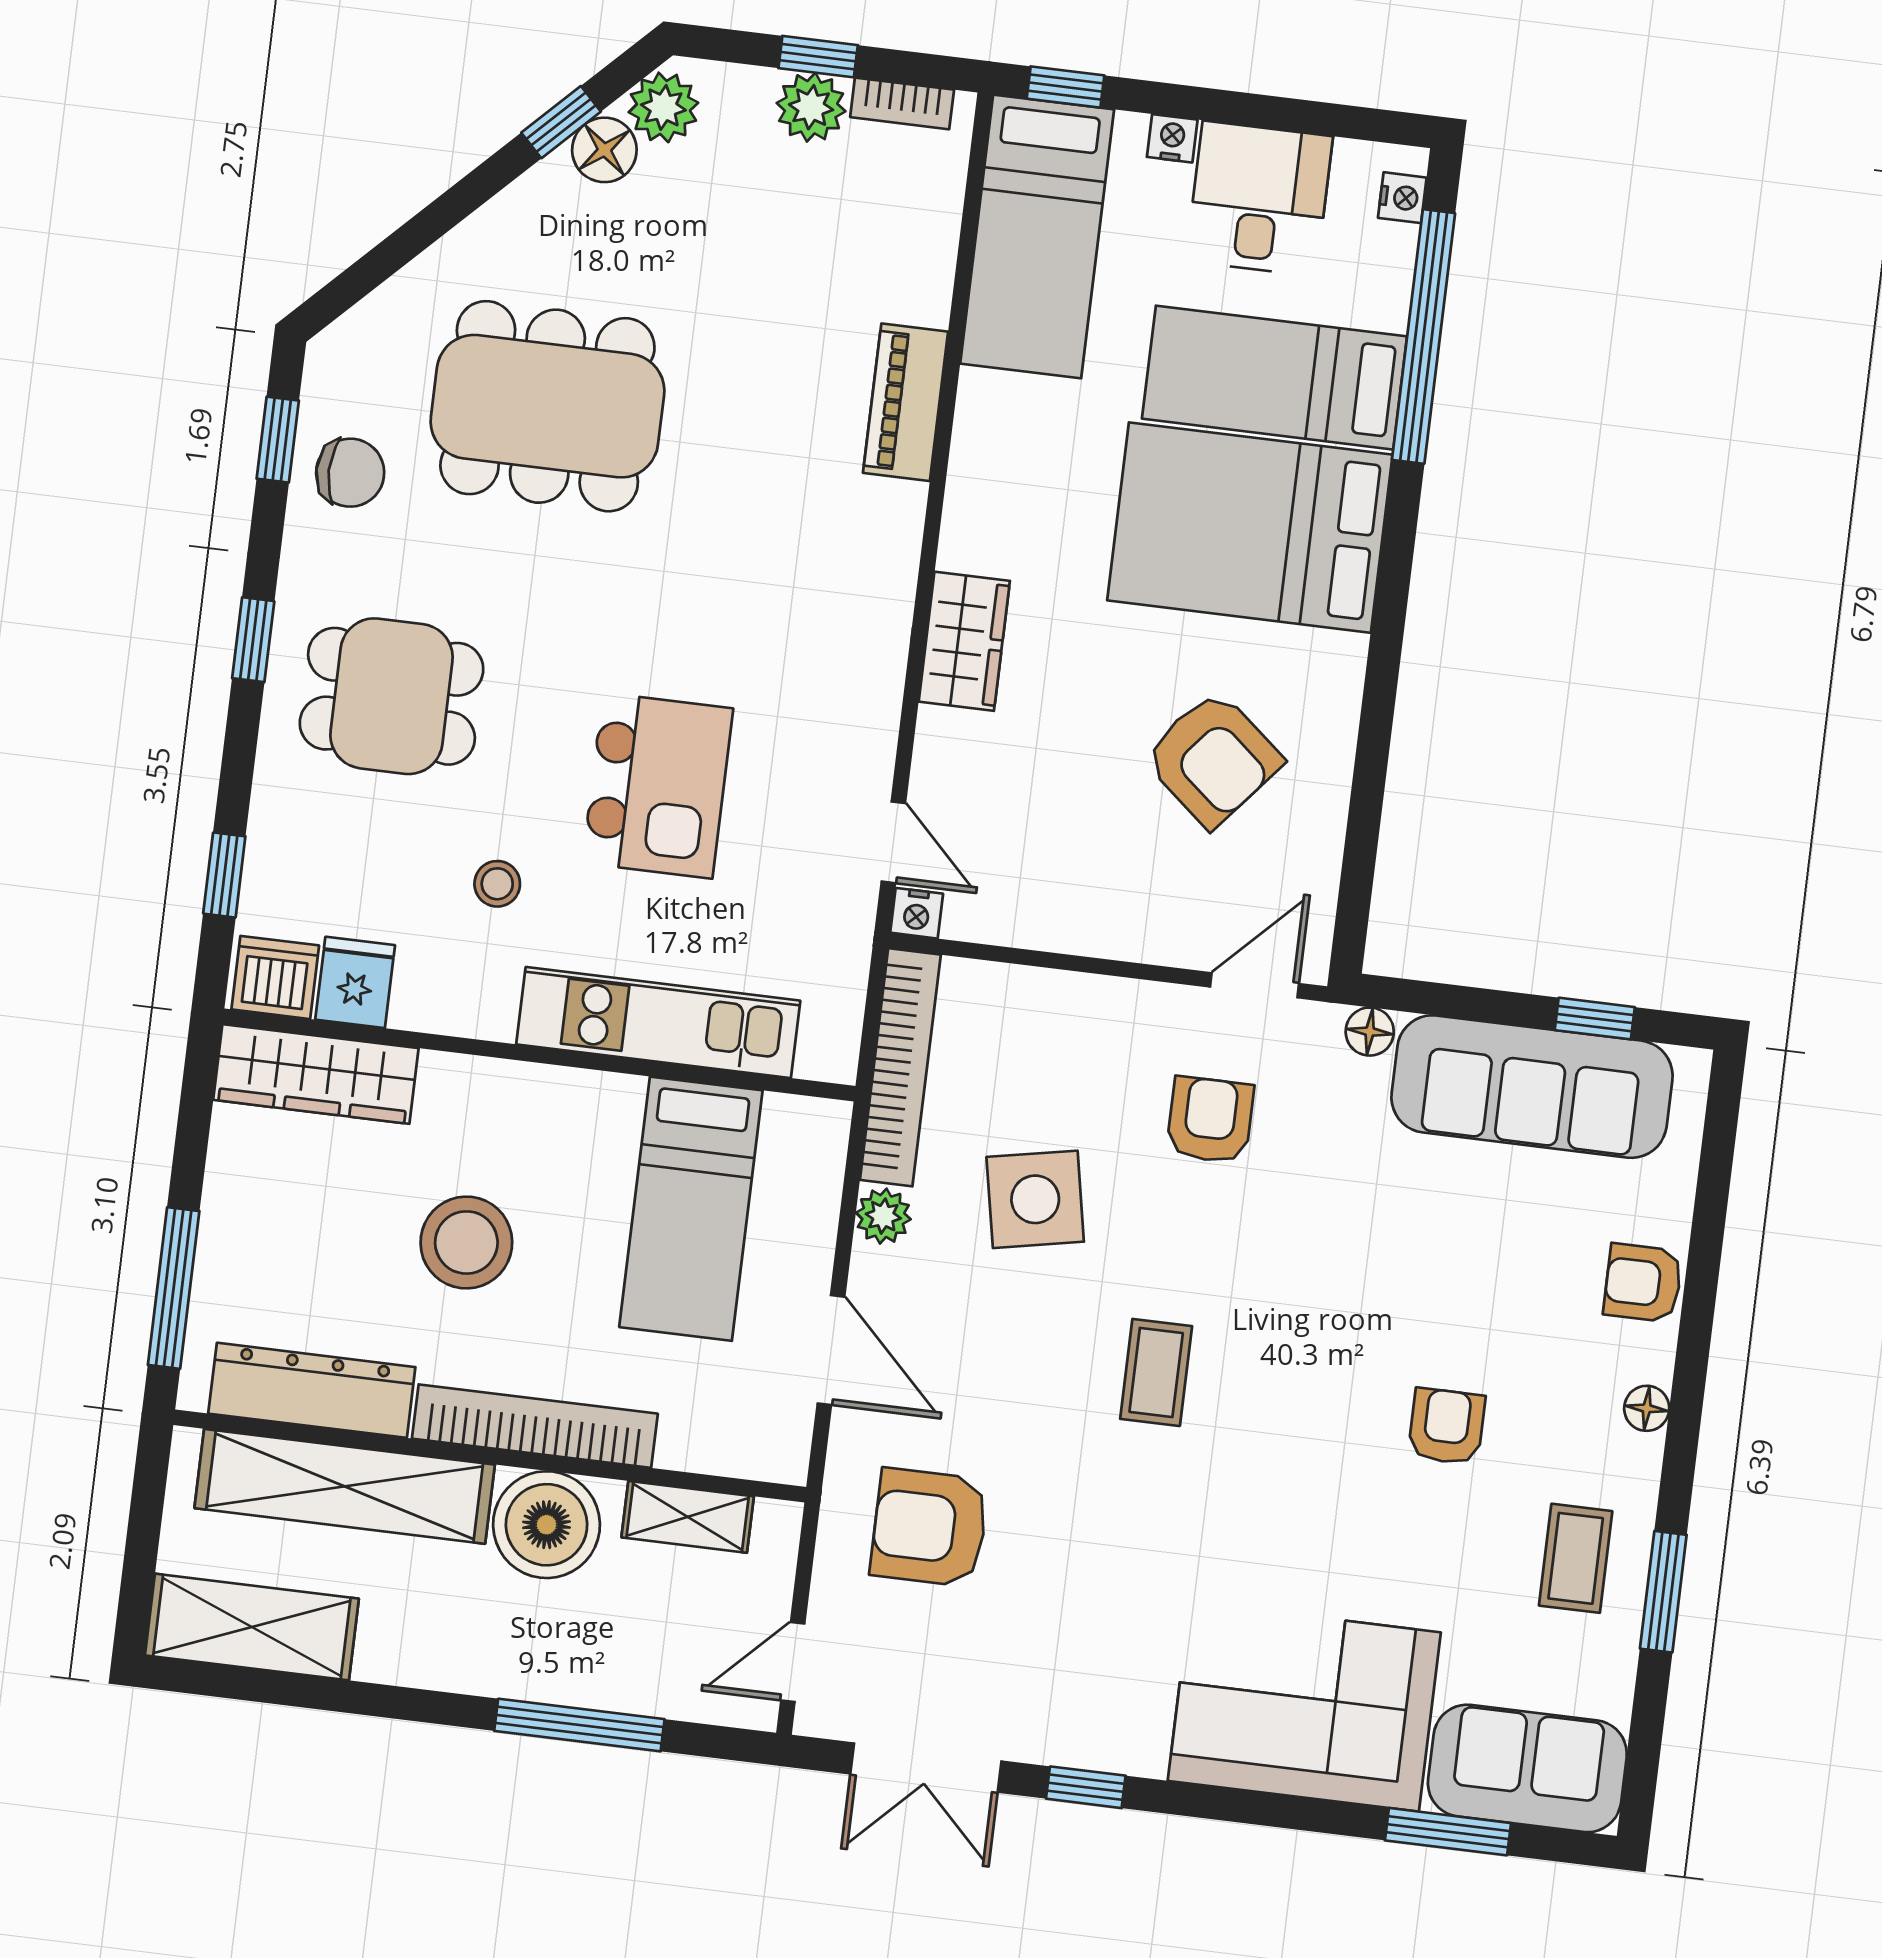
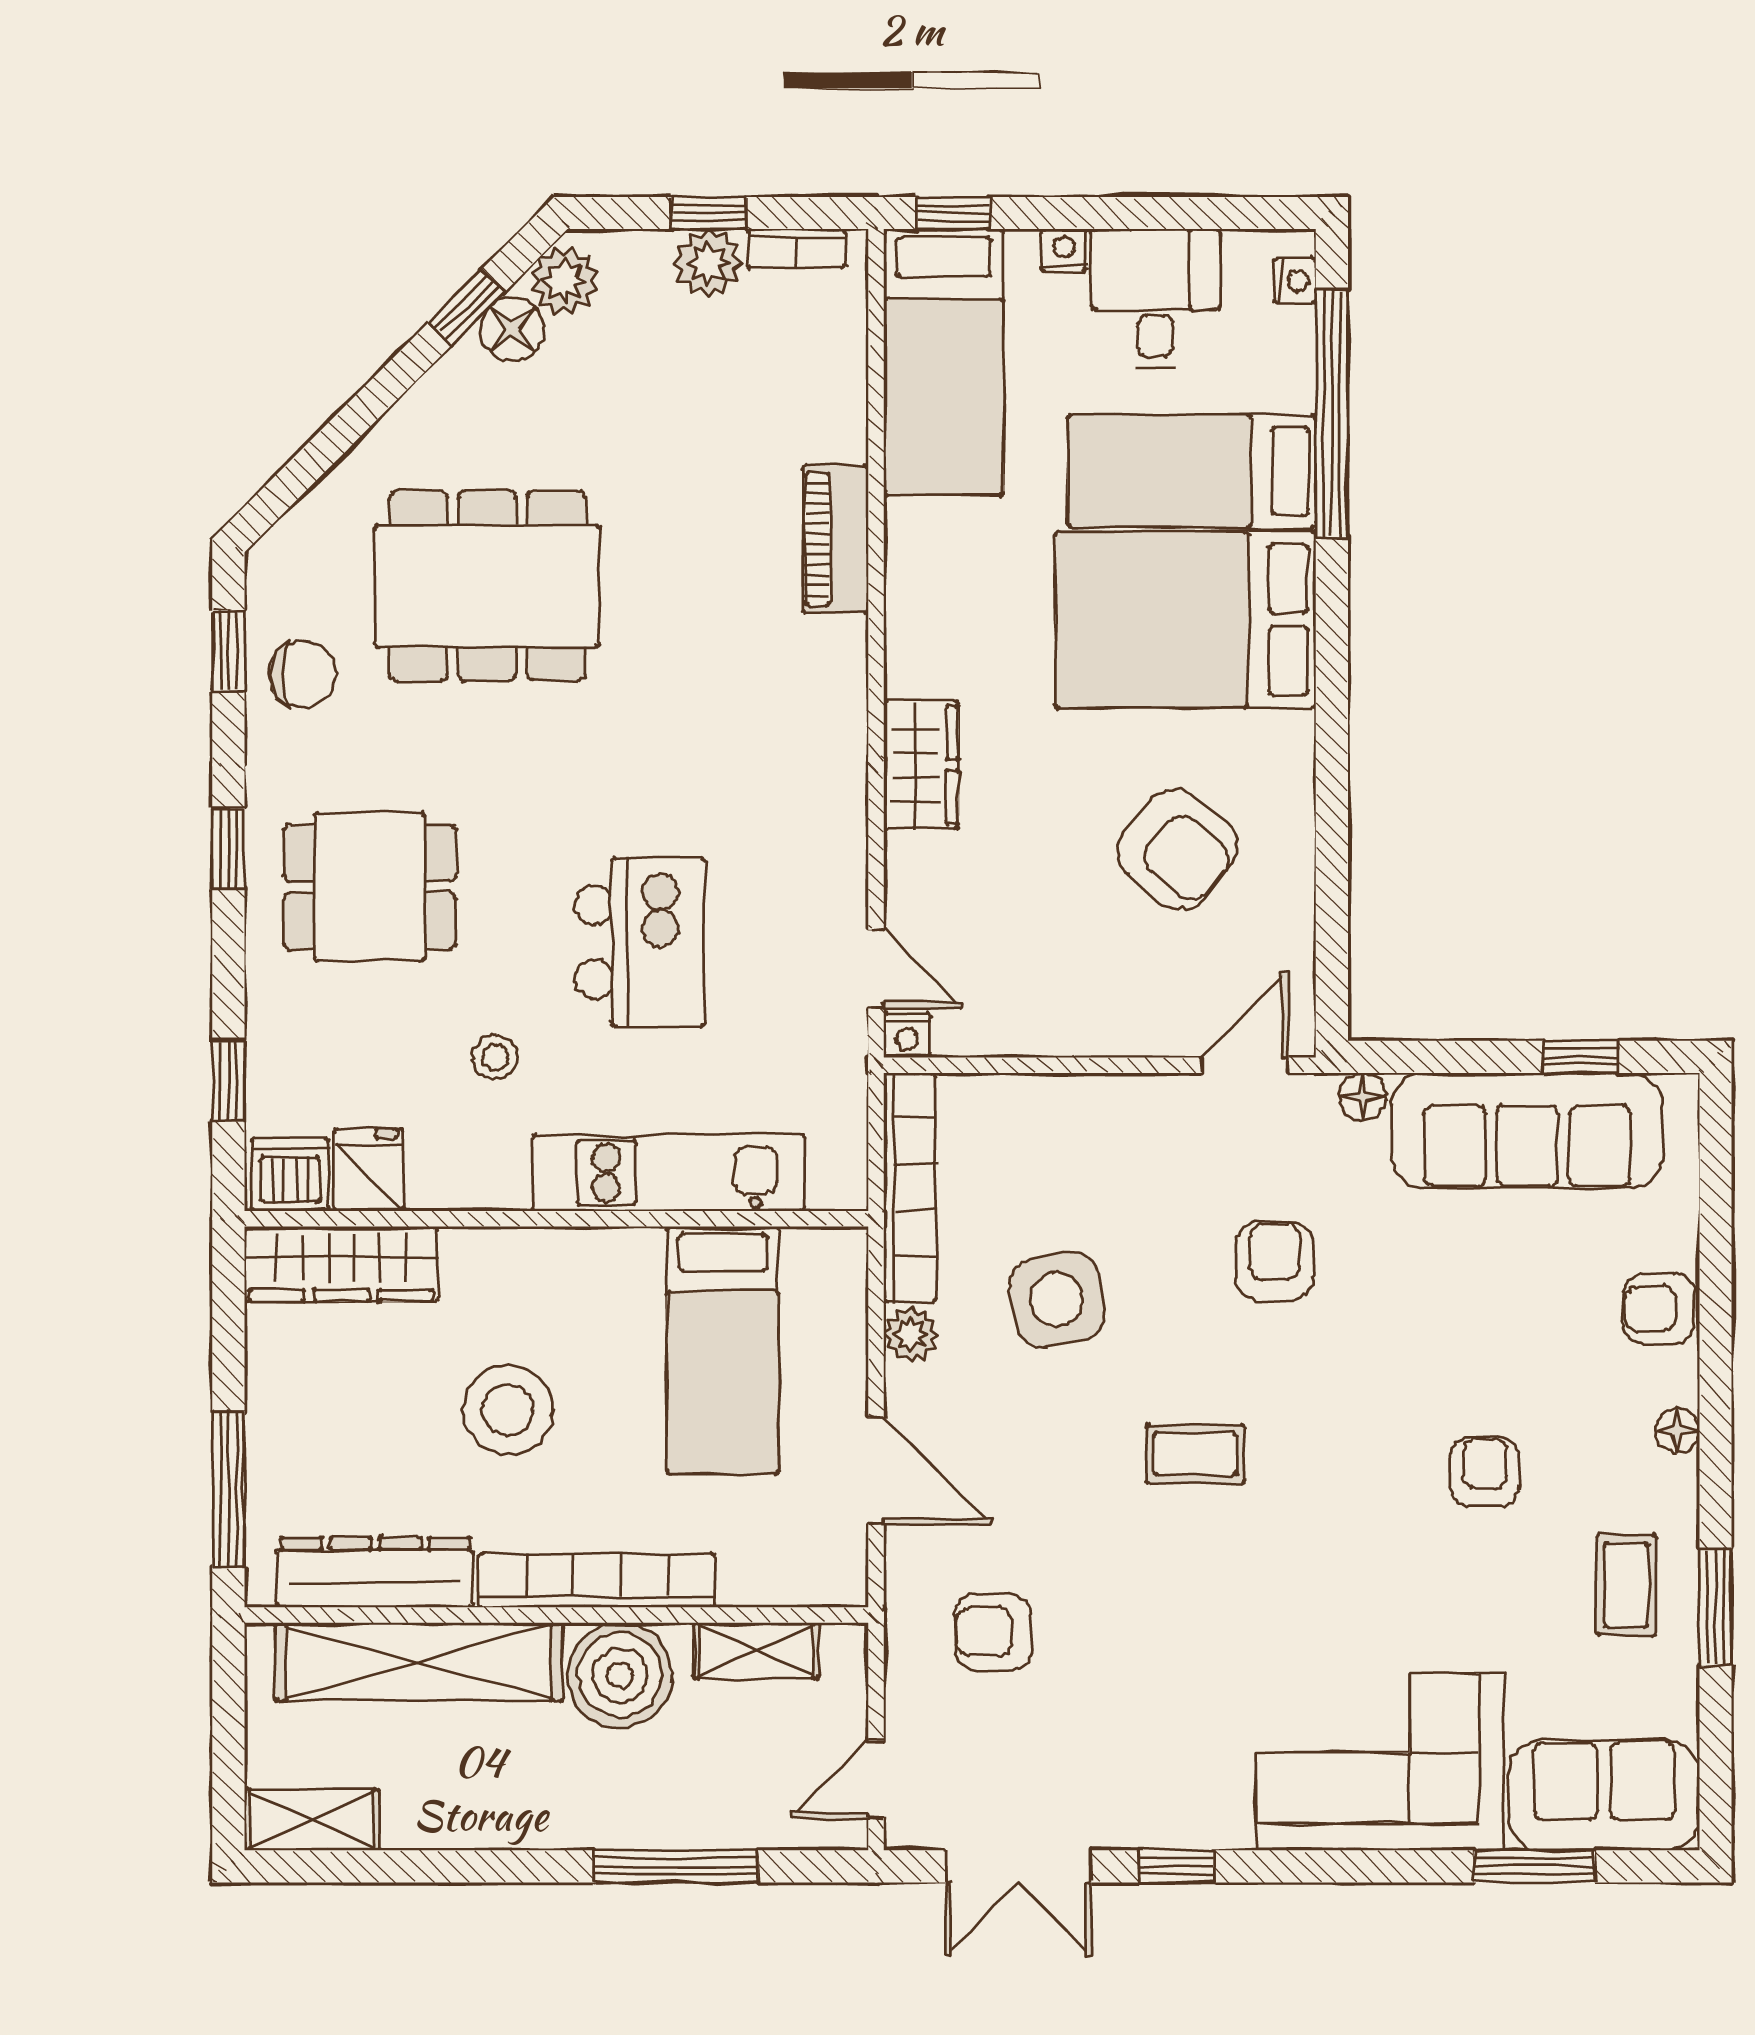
armchair: (1210, 1120) -> (1275, 1261), moved
coffee table: (1156, 1372) -> (1195, 1454), turned 90
armchair: (930, 1527) -> (993, 1632), width x0.72, depth x0.72
shelving: (252, 1627) -> (312, 1820), width x0.67, depth x0.75

